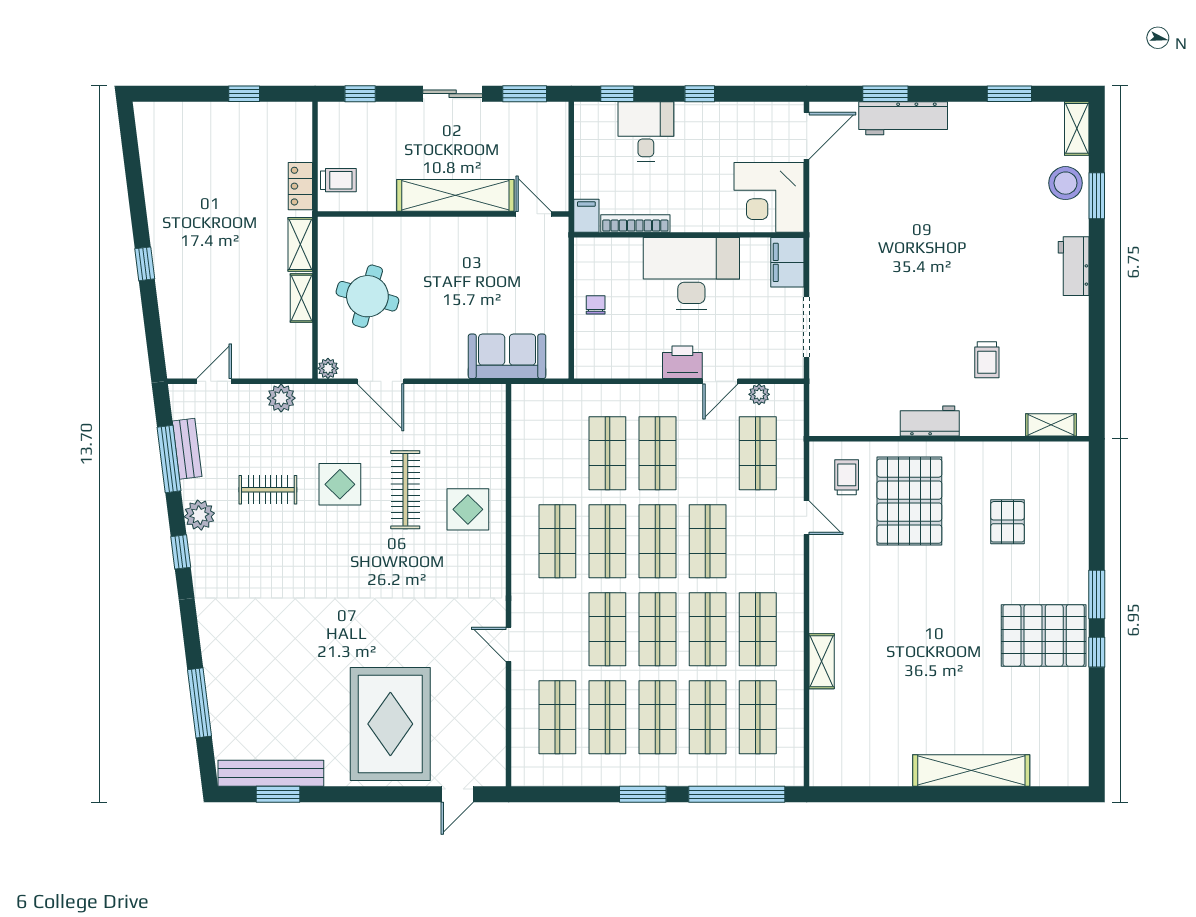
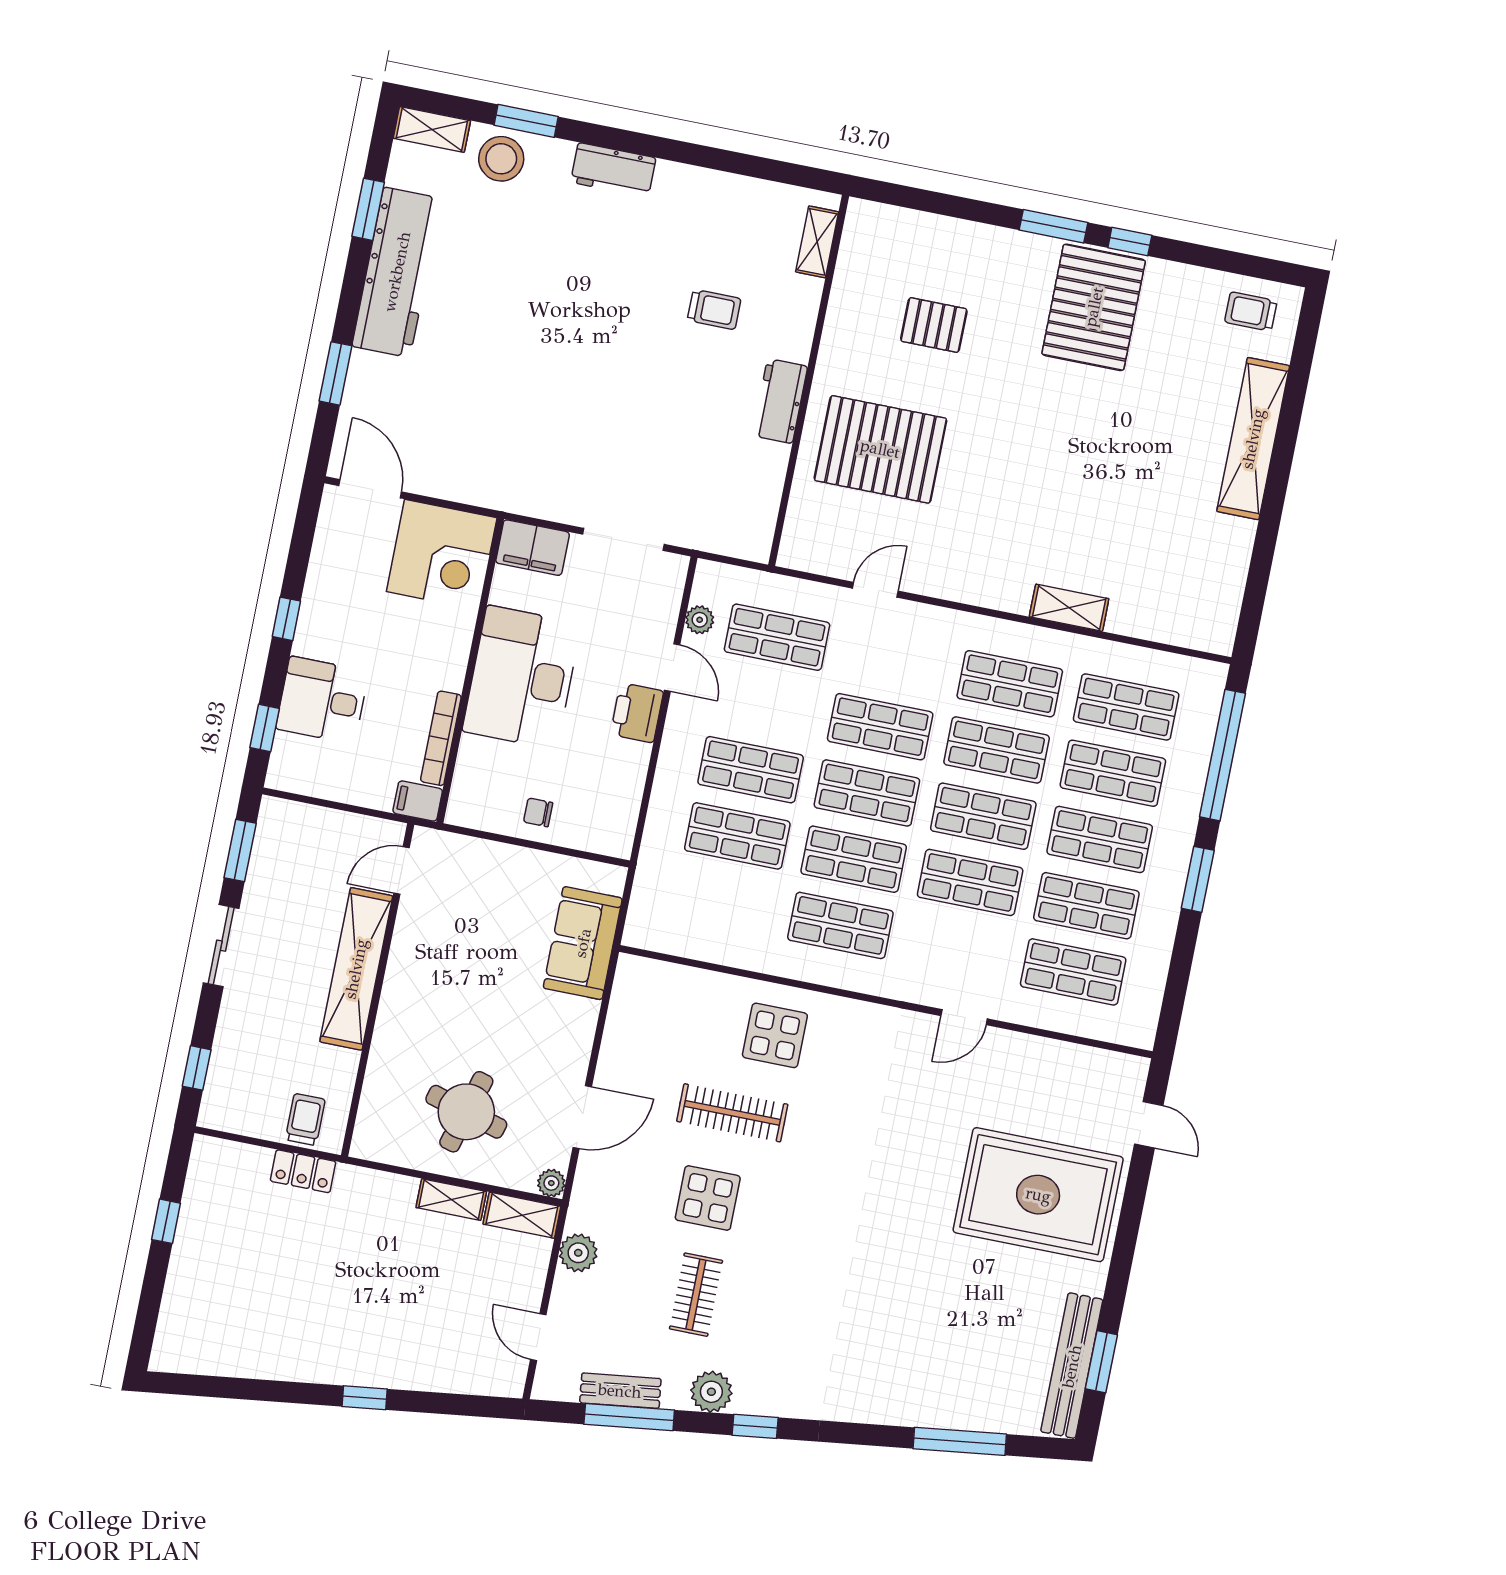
workbench: (903, 118) -> (397, 272), moved, width x1.36, depth x1.32
shelving: (300, 244) -> (522, 1215), moved
trolley: (847, 477) -> (1251, 311), moved

